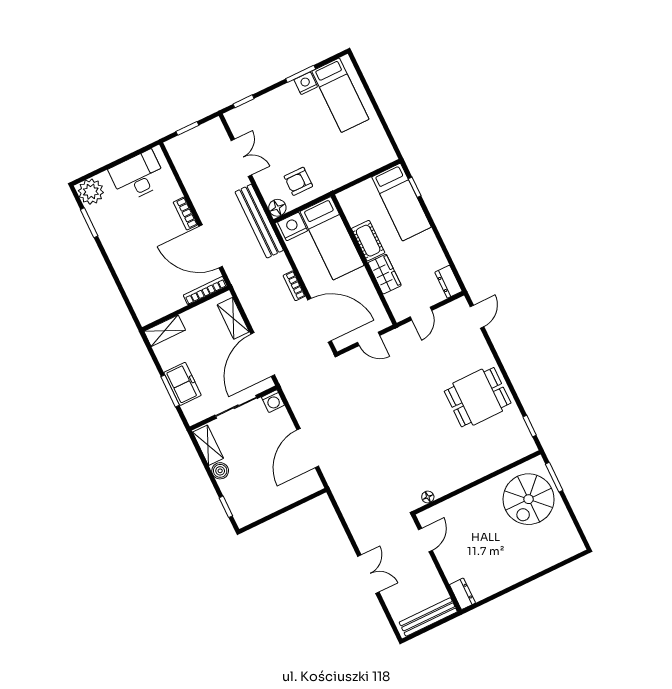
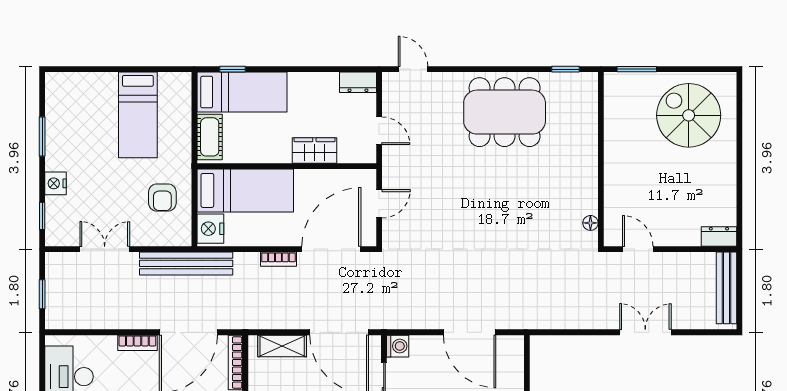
nightstand: (306, 83) -> (55, 183), moved
bed: (340, 95) -> (138, 115), moved, turned 90
floor lamp: (277, 208) -> (181, 236), removed
cot: (368, 241) -> (210, 137), moved, turned 90
dining table: (478, 397) -> (505, 112), width x1.38
spiral stairs: (529, 499) -> (689, 115), moved, turned 180

